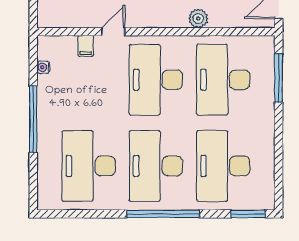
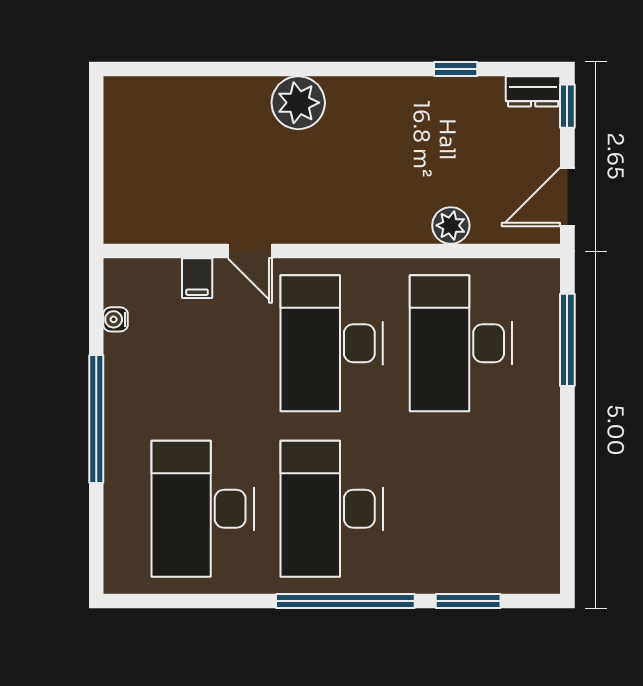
plant: (198, 18) -> (451, 225), moved
door: (113, 32) -> (250, 251), swing flipped
desk: (223, 166) -> (461, 509), removed
window: (248, 214) -> (468, 601), moved

